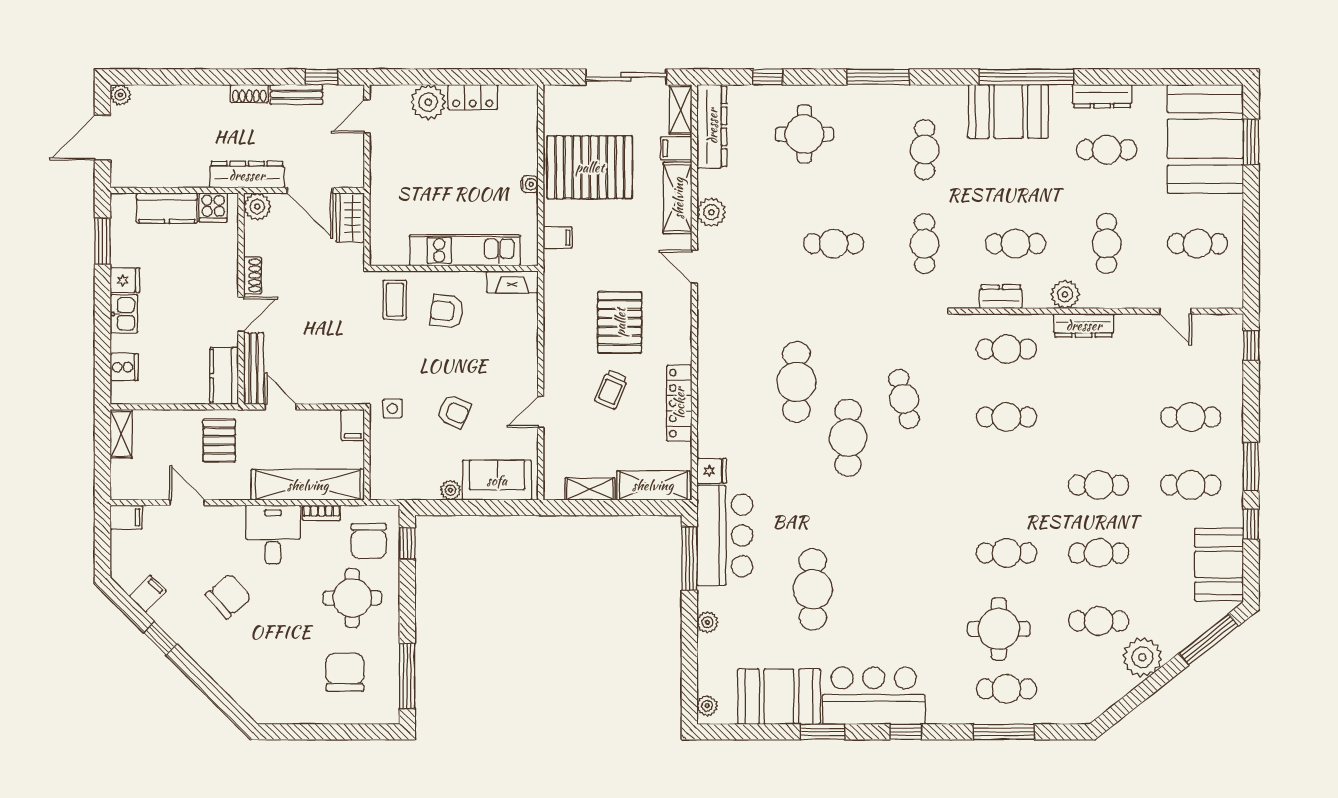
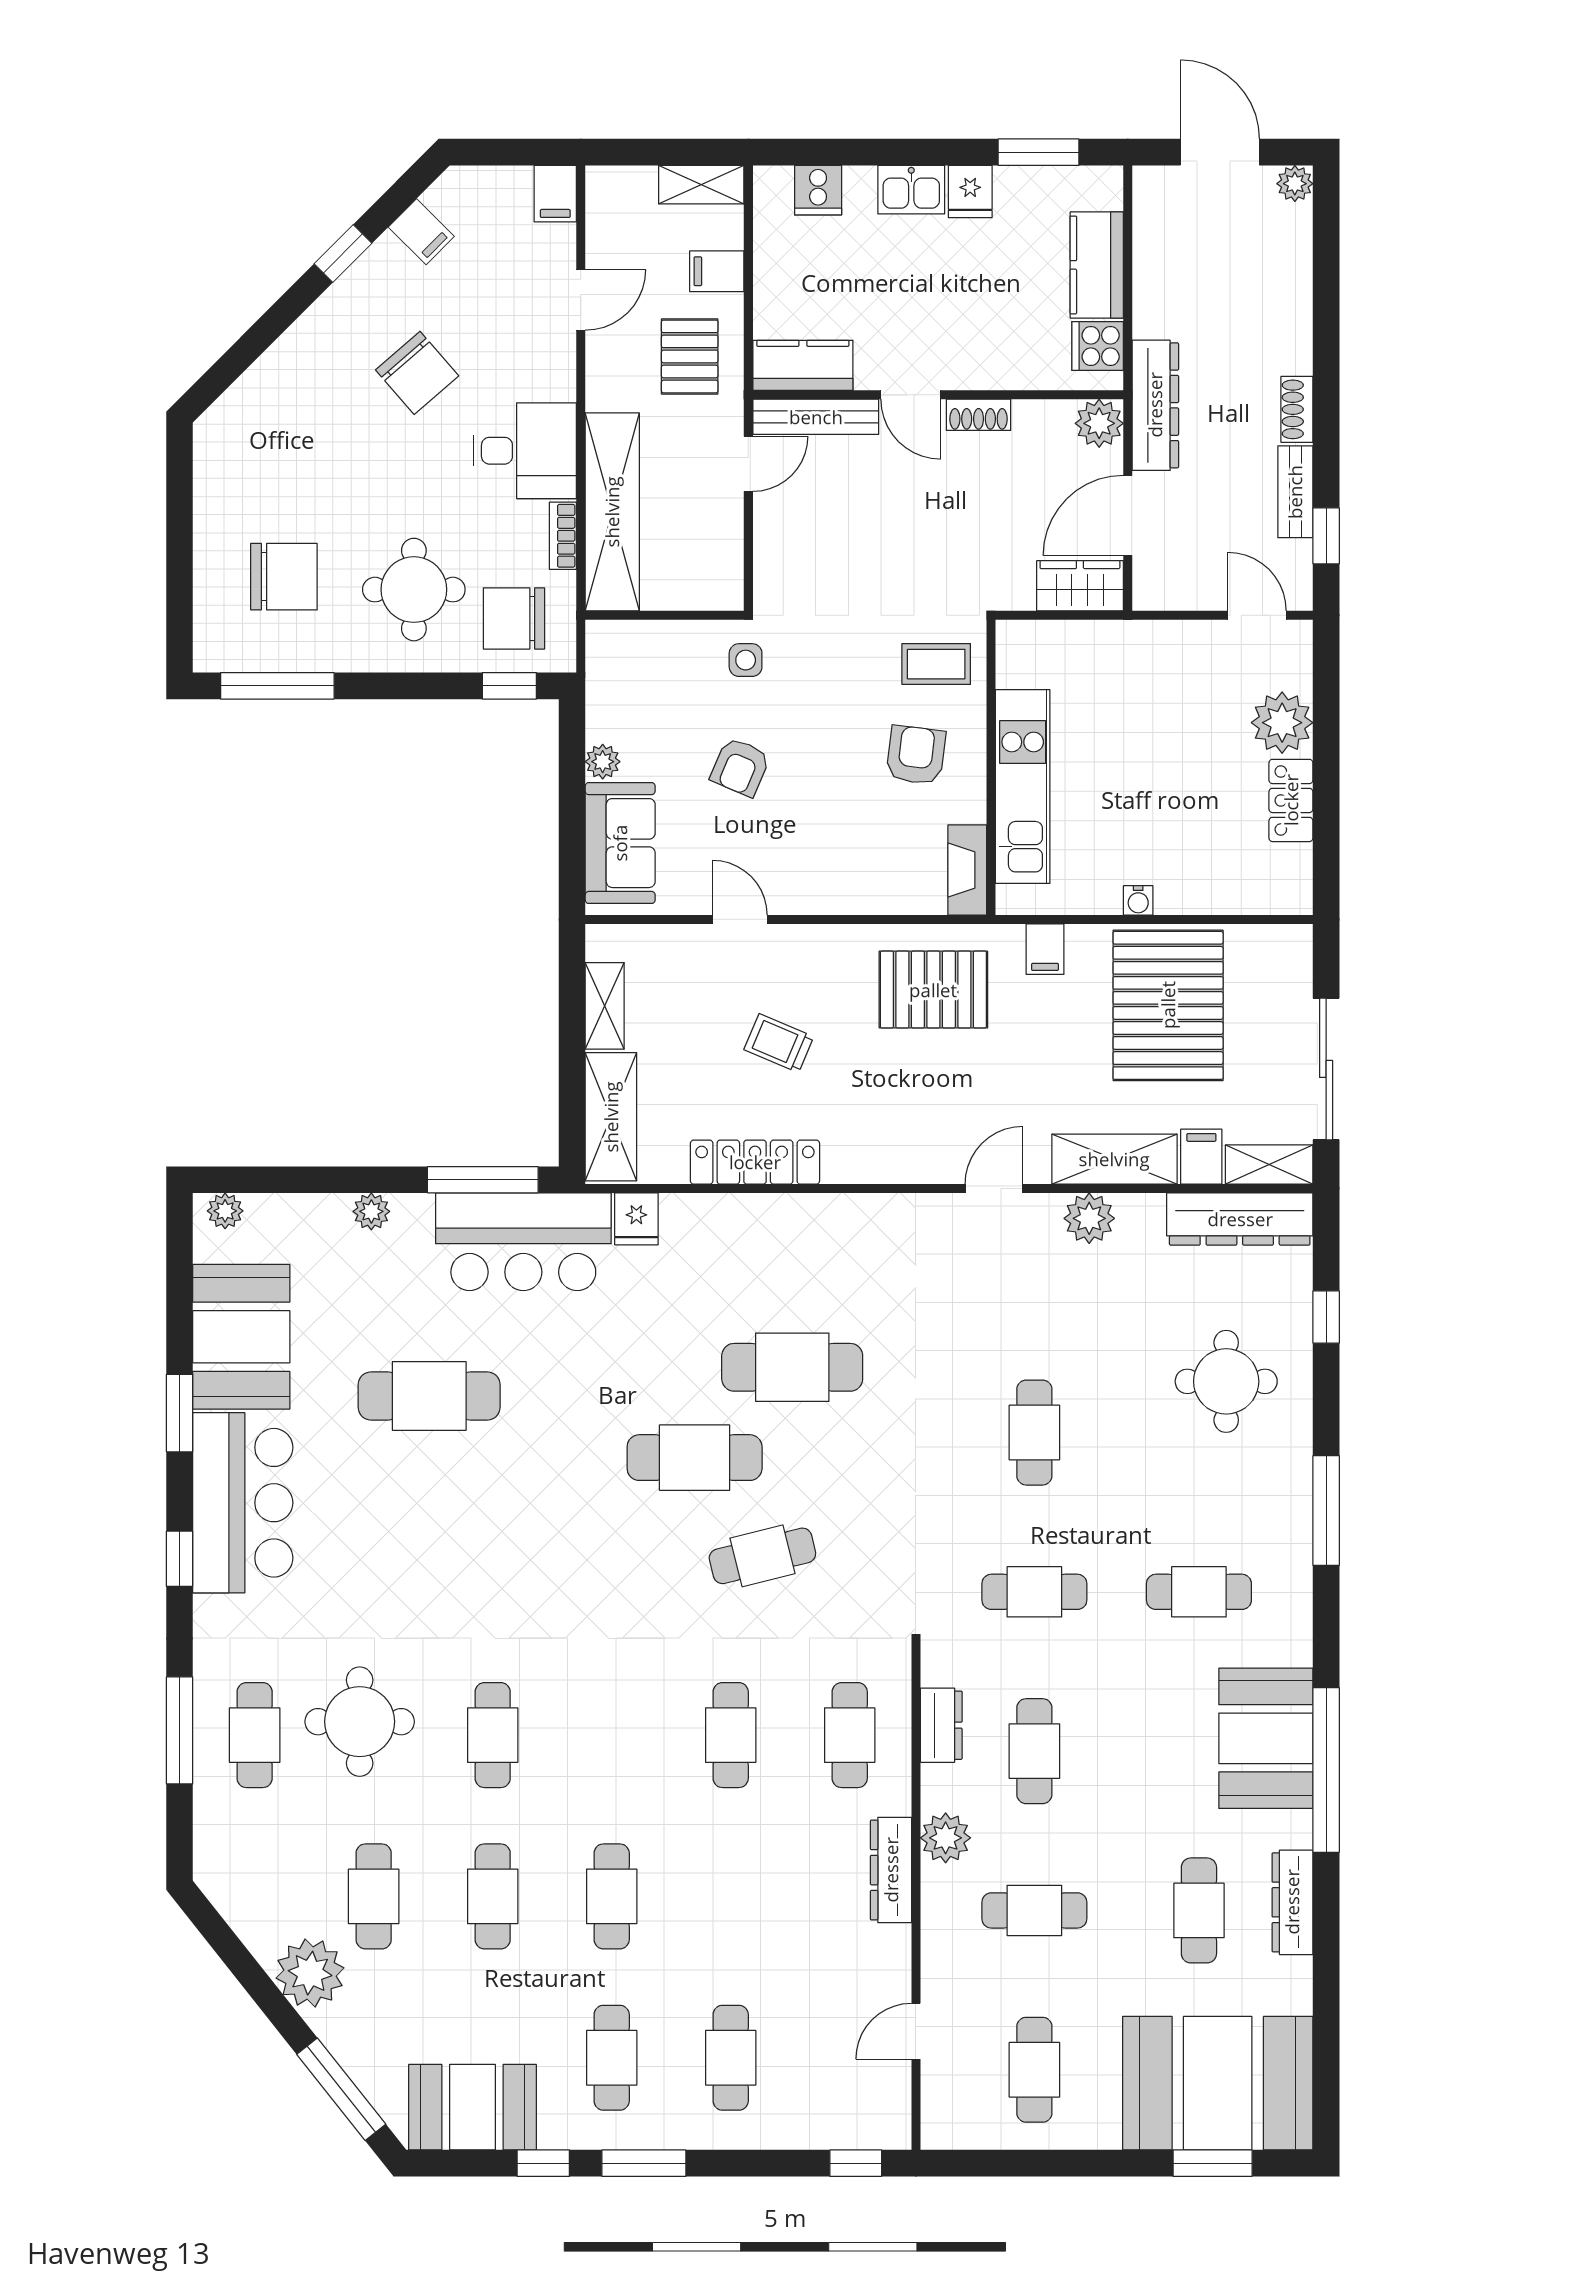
pallet: (620, 322) -> (933, 990), moved
filing cabinet: (353, 425) -> (717, 271), moved
pallet: (219, 440) -> (690, 356), turned 90

